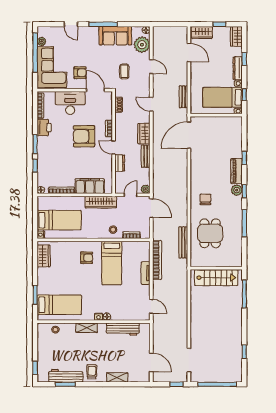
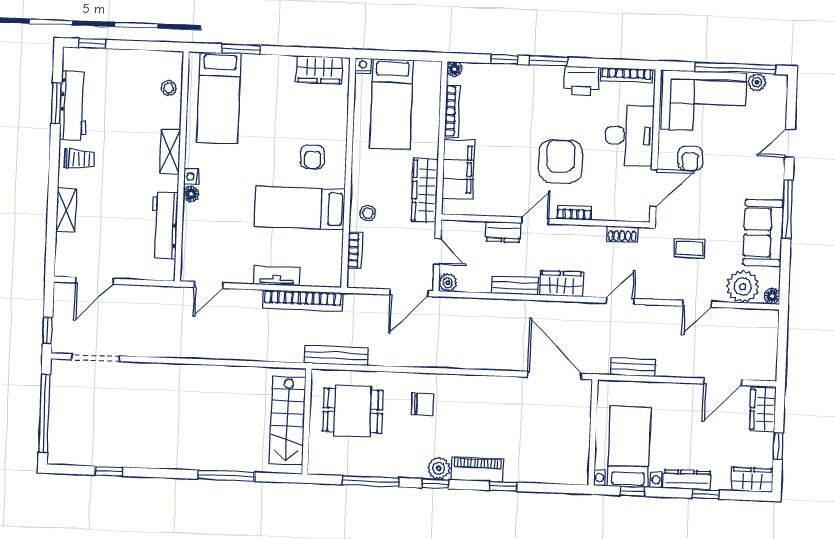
wall: (216, 268) -> (307, 421), moved
stairs: (216, 278) -> (288, 421), moved

